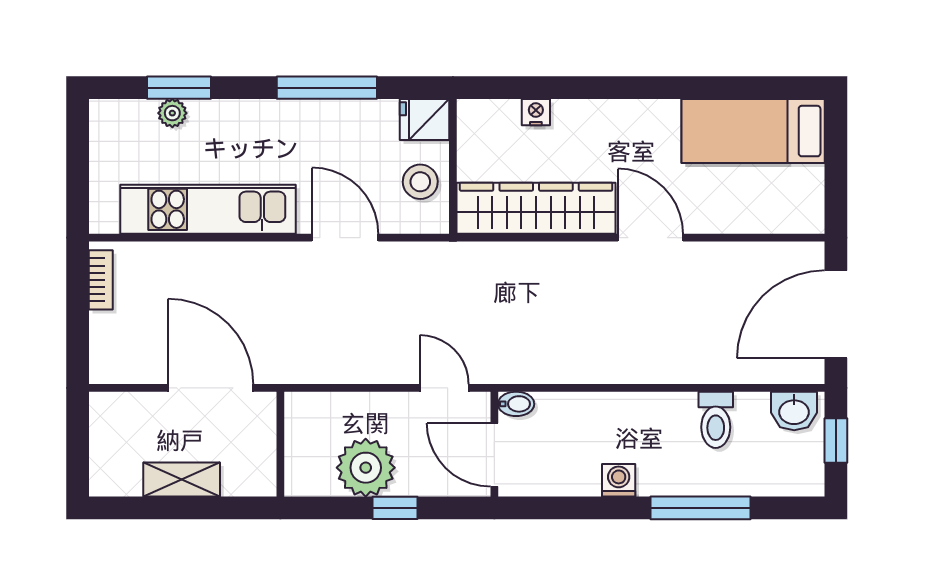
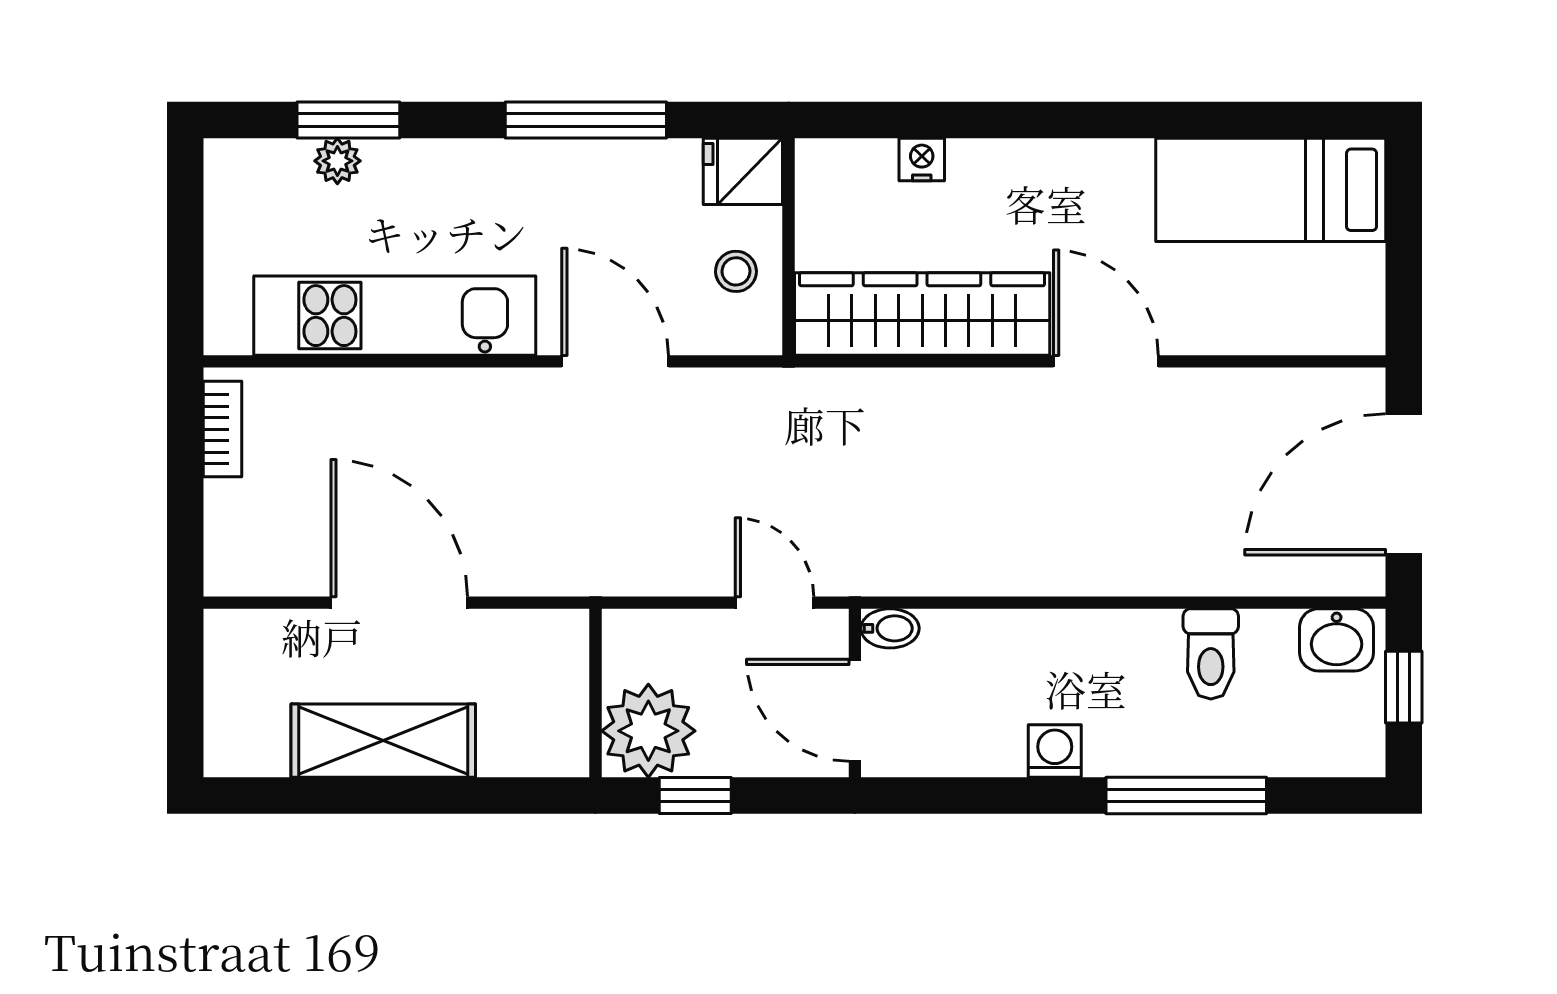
stool: (420, 182) -> (736, 271), width x0.73, depth x0.73
wall: (280, 444) -> (595, 693), moved
shelving: (182, 480) -> (383, 741), width x1.50, depth x1.33

